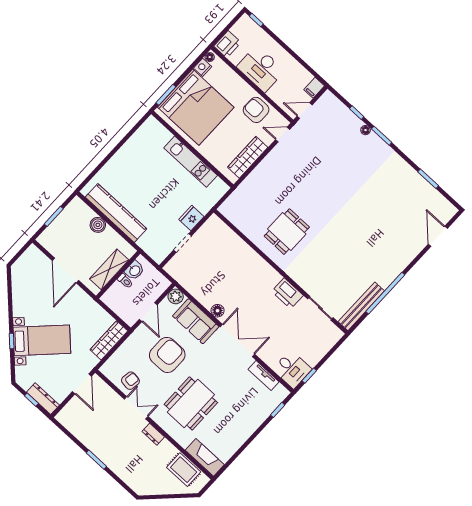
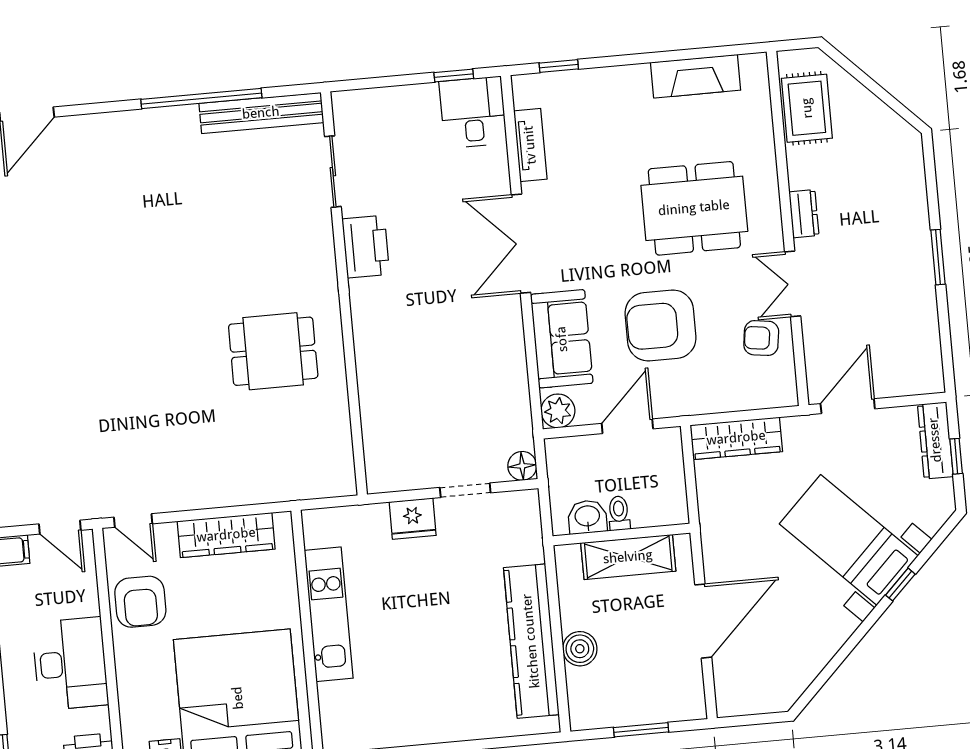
floor lamp: (218, 311) -> (522, 466), moved
fireplace: (205, 457) -> (696, 76), moved, turned -90

